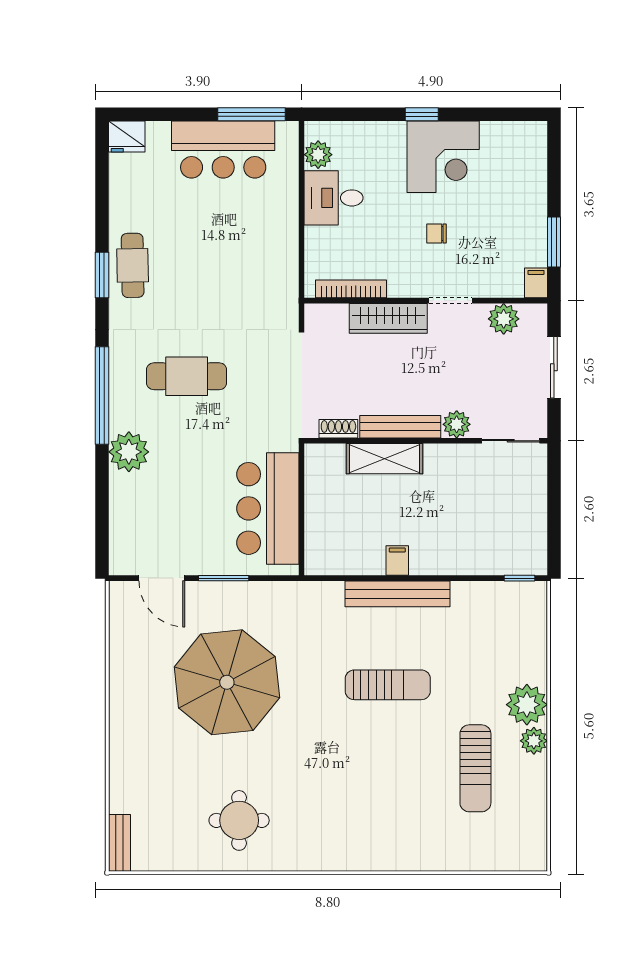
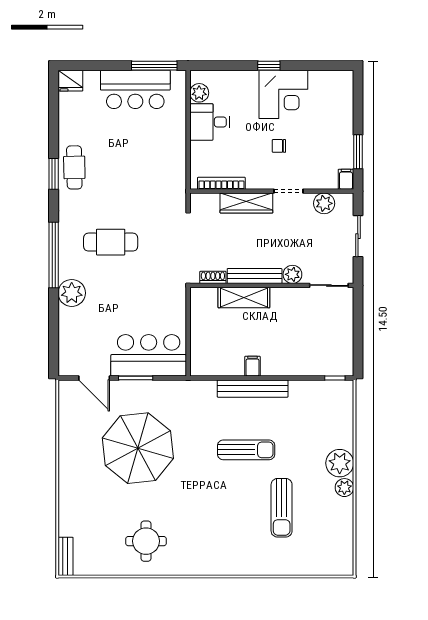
bar counter: (268, 508) -> (149, 355), moved, turned 90
sun lounger: (475, 768) -> (282, 508), moved

